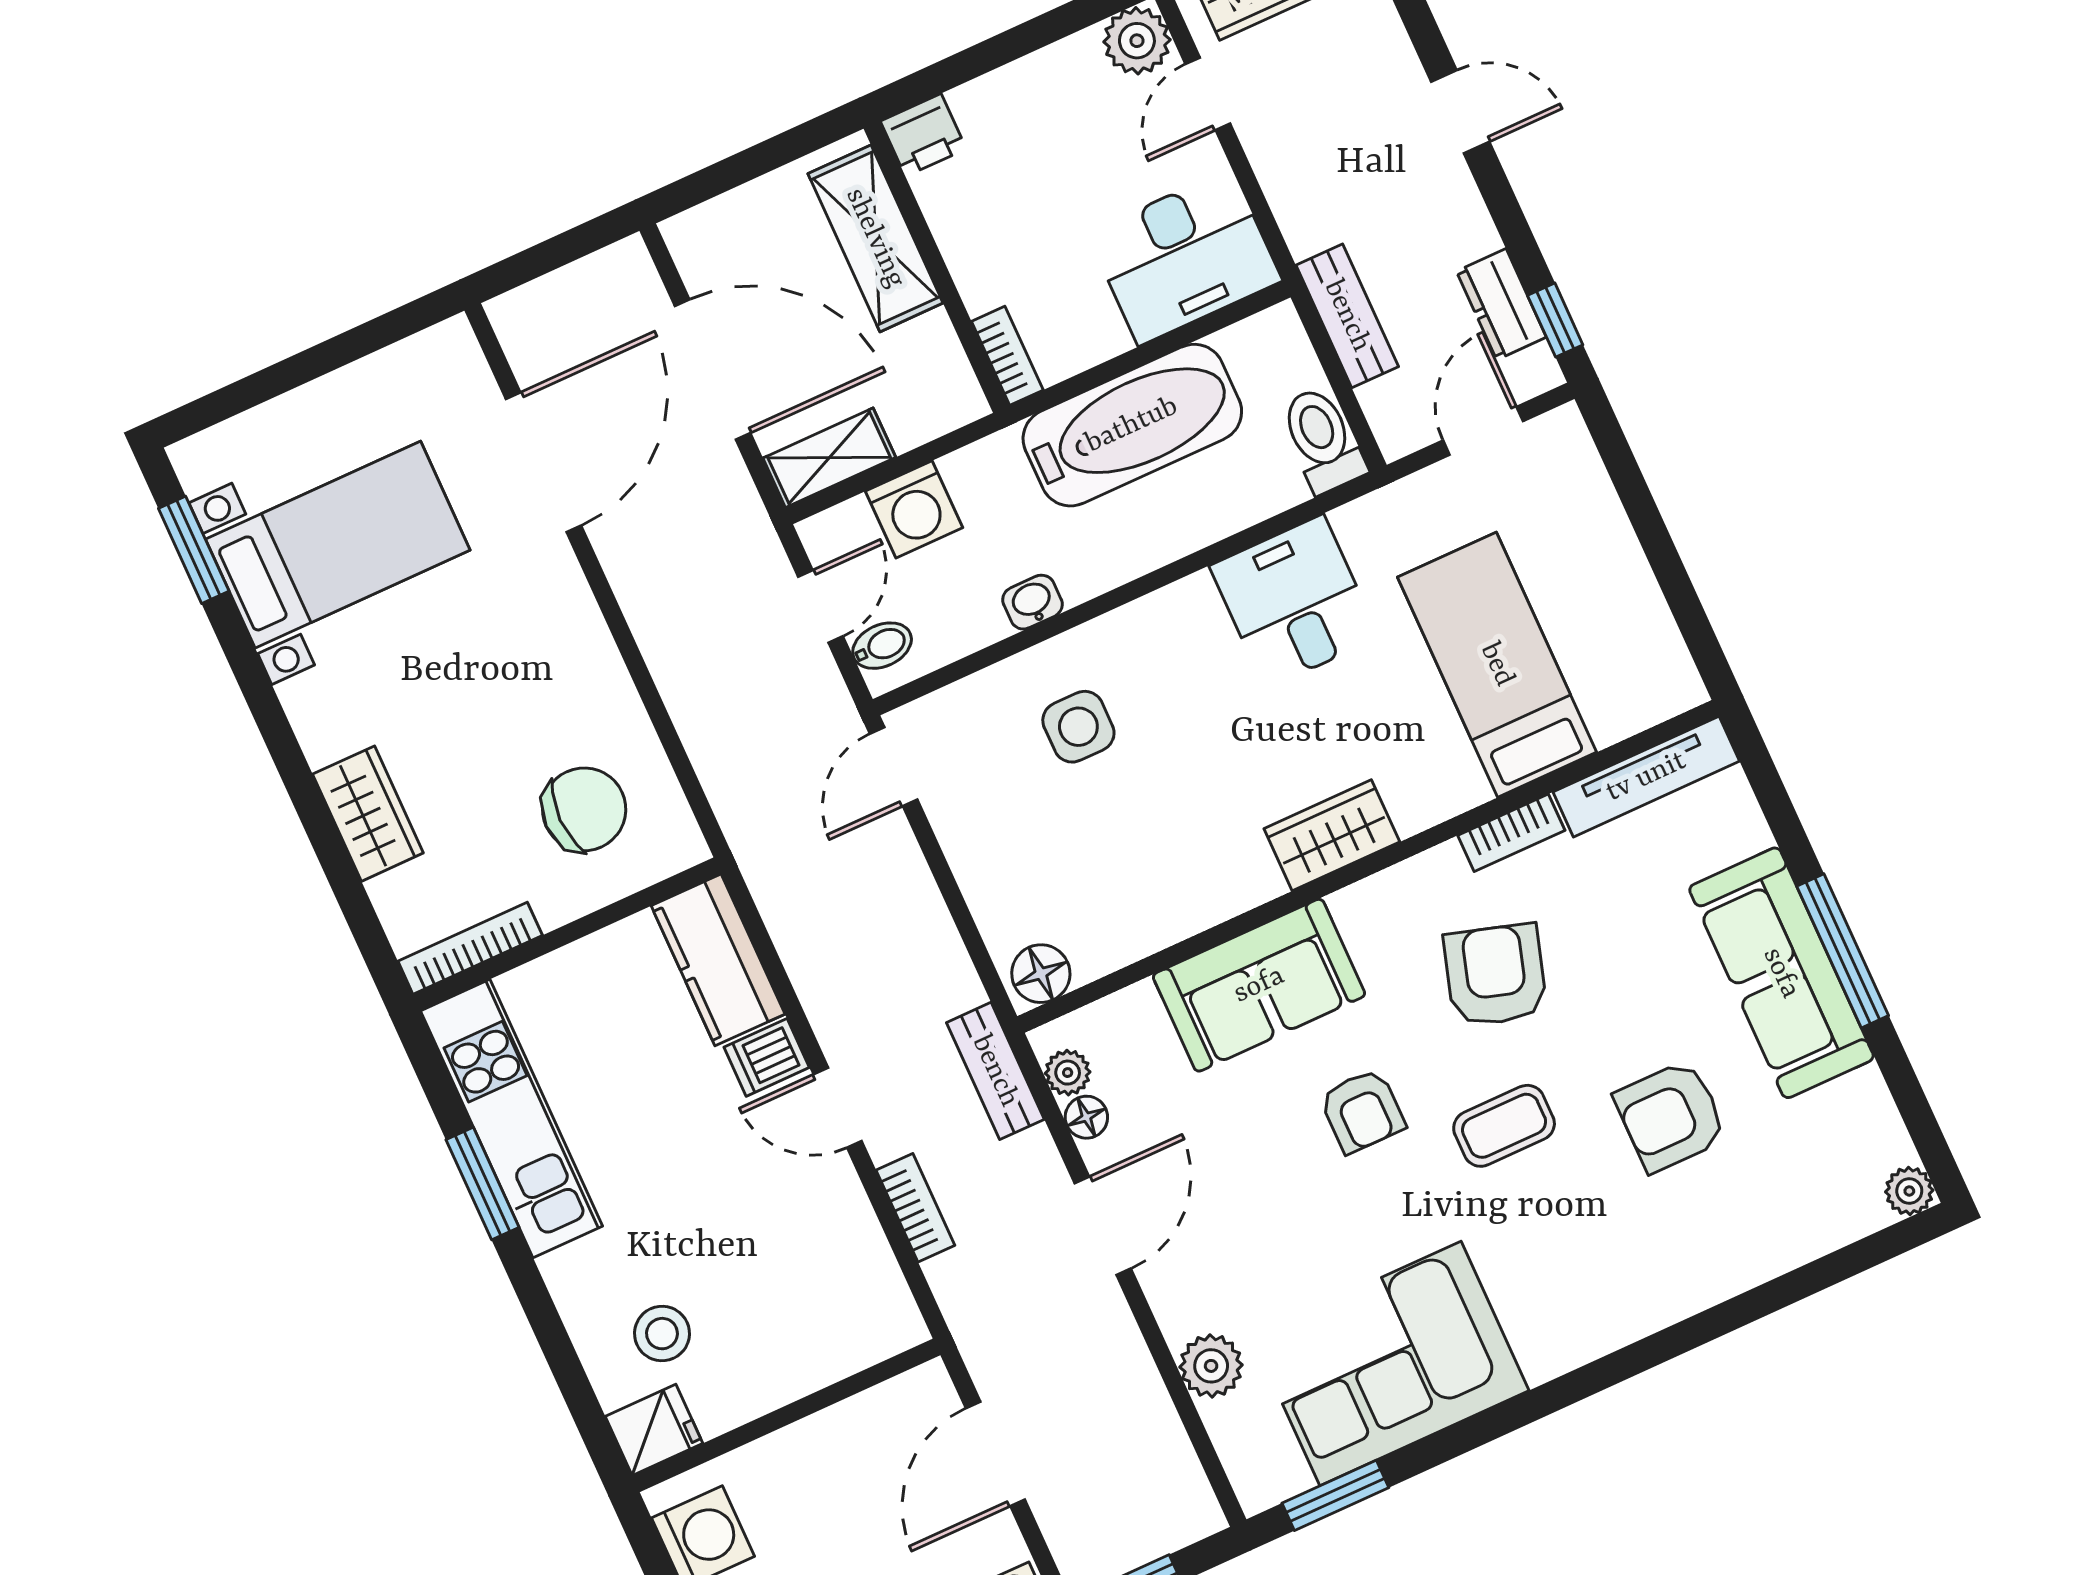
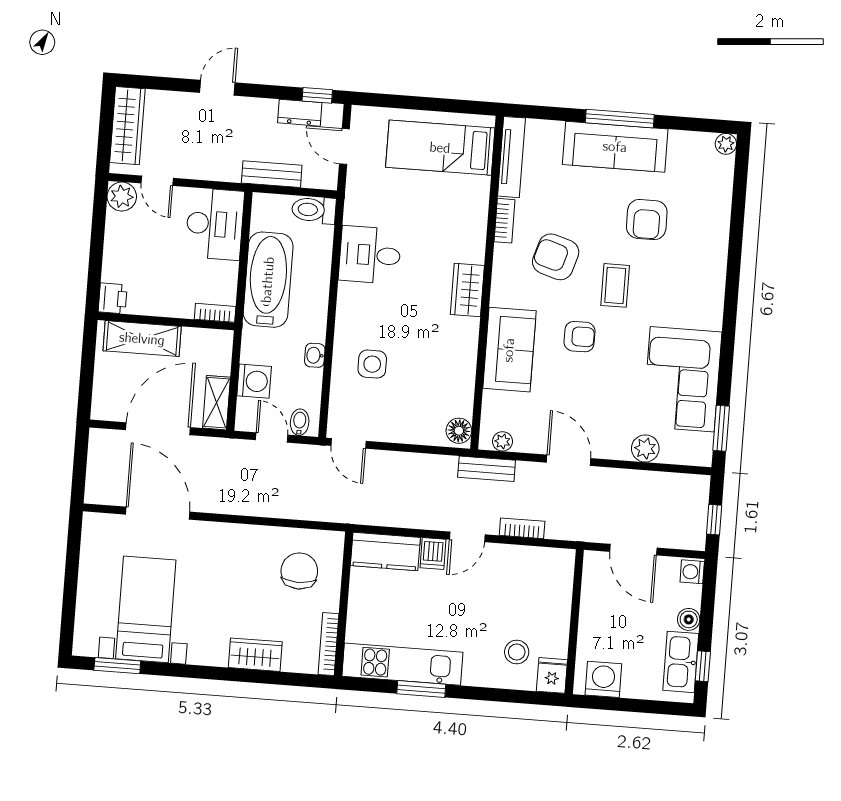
bed: (1497, 665) -> (440, 148), moved
floor lamp: (1086, 1117) -> (524, 444), removed

